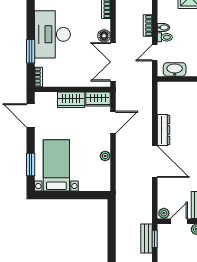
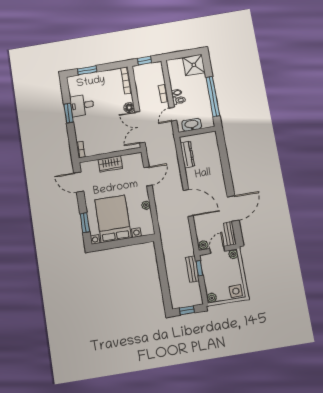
desk: (52, 34) -> (82, 105), width x0.53, depth x0.77
window: (31, 51) -> (69, 113), moved
wardrobe: (98, 99) -> (132, 159), removed
dresser: (163, 130) -> (187, 155), moved
bed with nightstands: (56, 165) -> (113, 219), width x1.36

